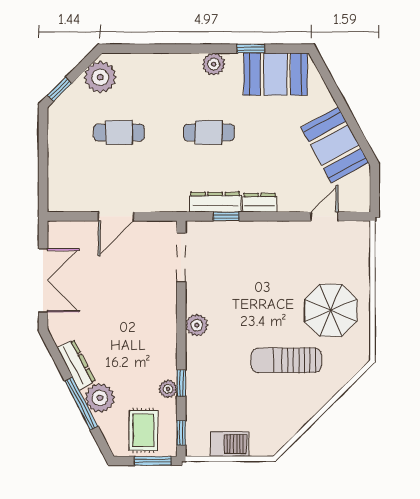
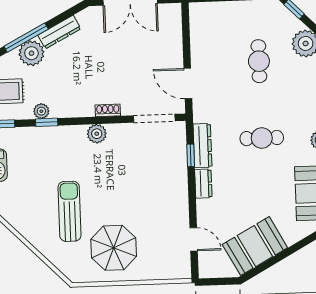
cafe table: (209, 132) -> (262, 138), turned 90
door: (116, 216) -> (188, 83), moved
shoe rack: (170, 311) -> (108, 110), added

